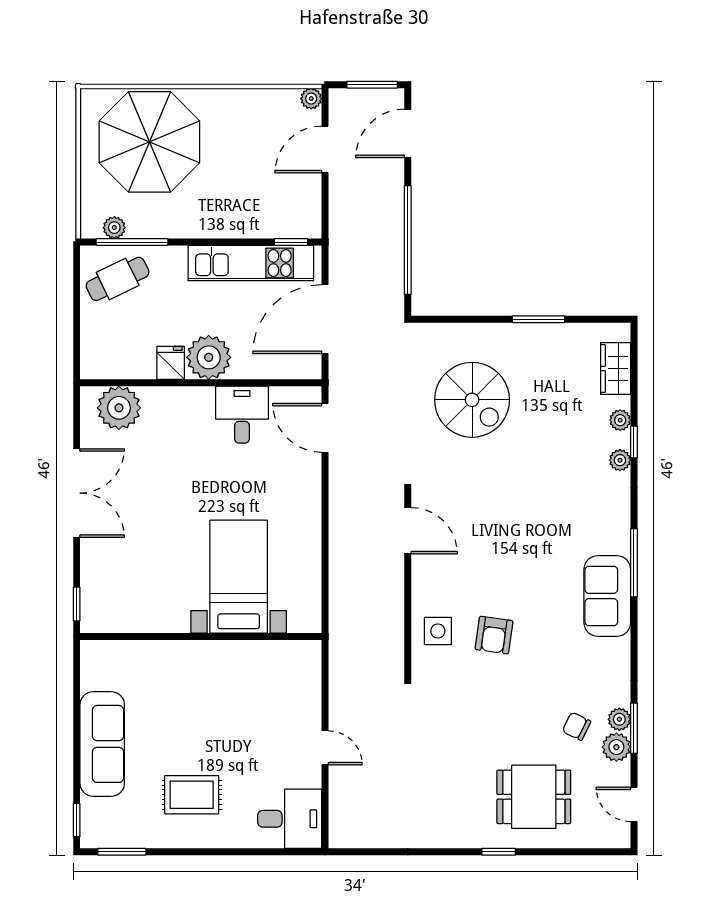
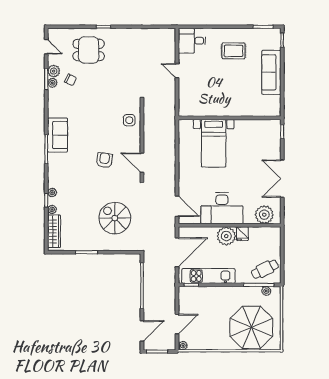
wardrobe: (616, 369) -> (54, 231), width x1.50
desk: (242, 415) -> (222, 208), width x1.87, depth x1.30
armchair: (494, 635) -> (104, 160), moved

